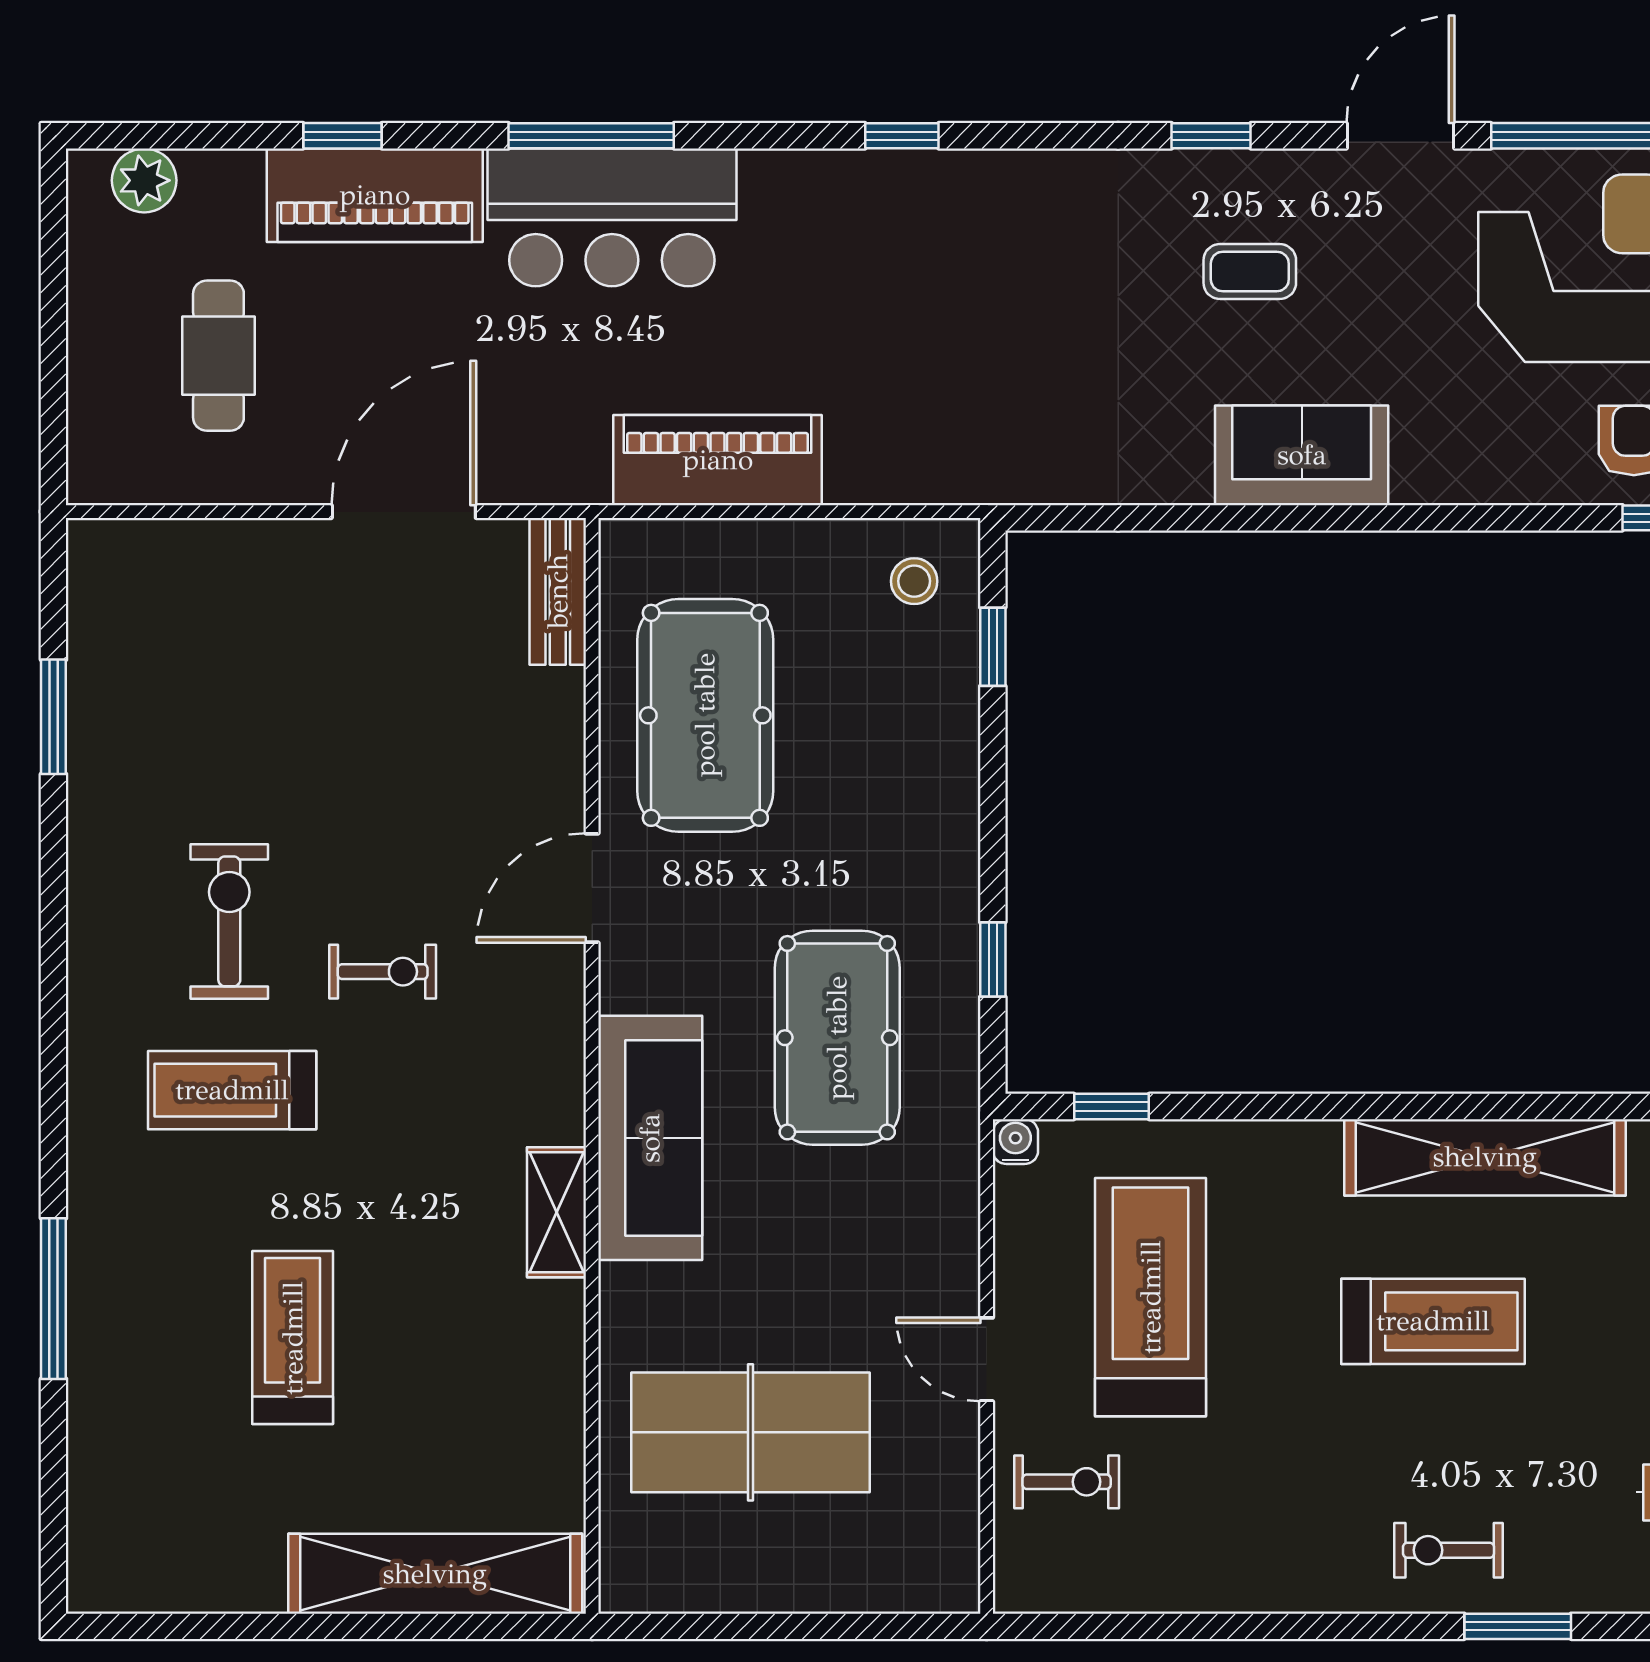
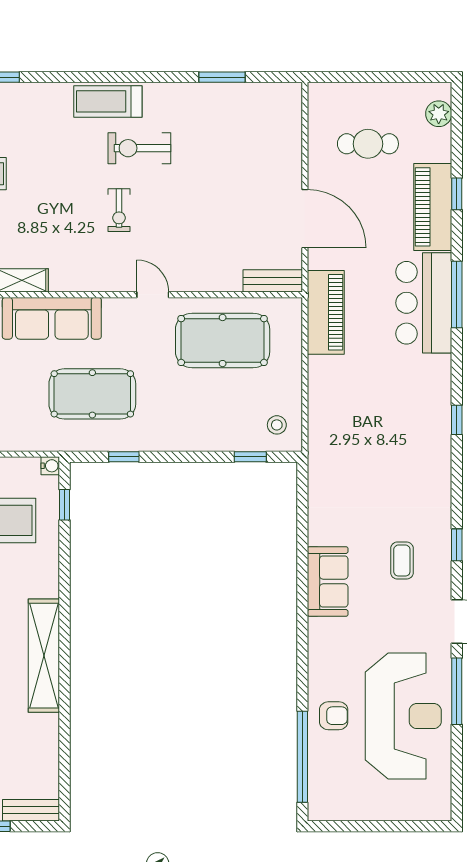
piano: (718, 460) -> (326, 312), moved
door: (592, 888) -> (153, 295), width x0.73
exercise bike: (229, 921) -> (139, 148), turned 180
treadmill: (232, 1090) -> (108, 101), moved, turned -90

